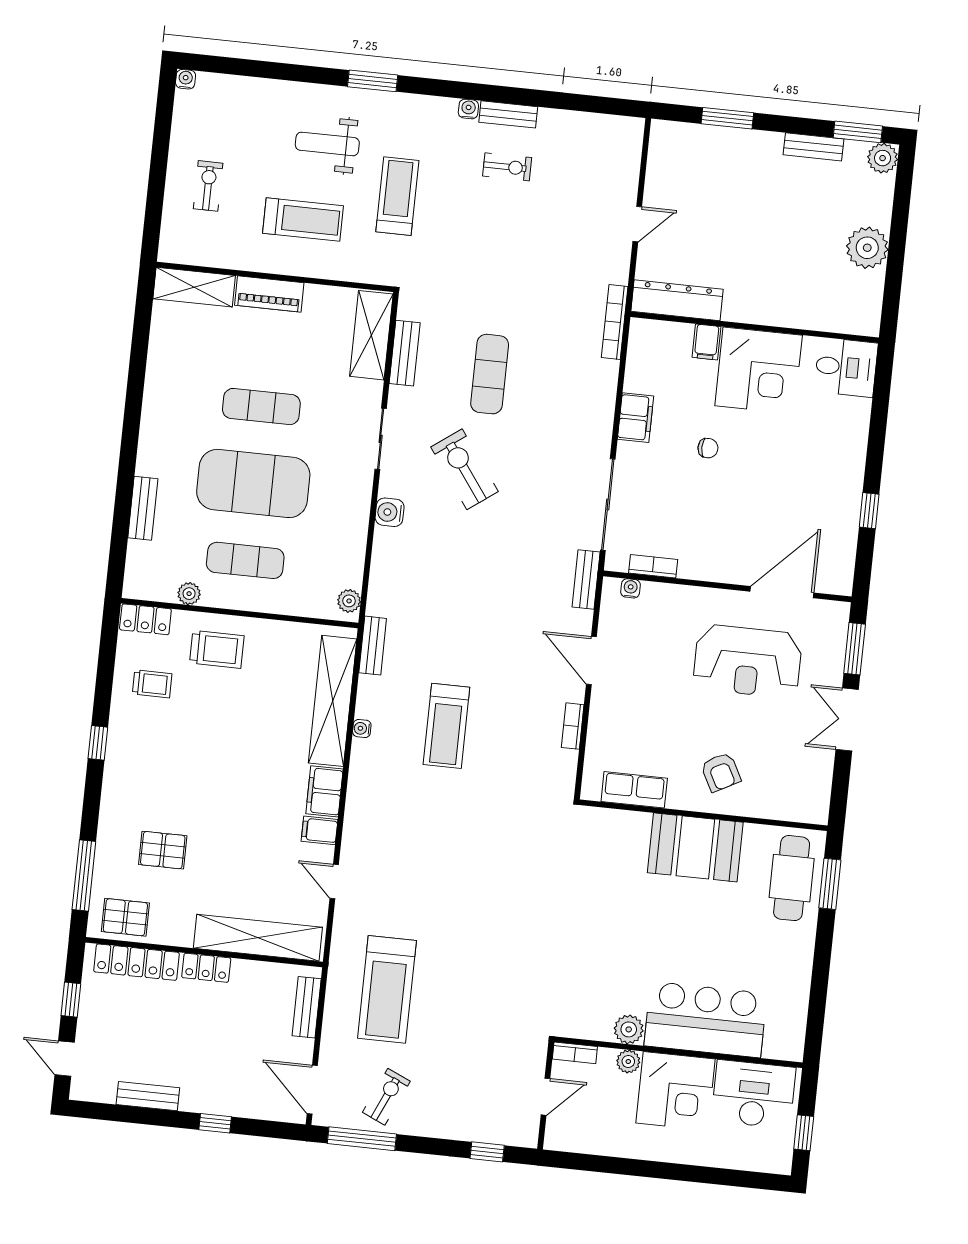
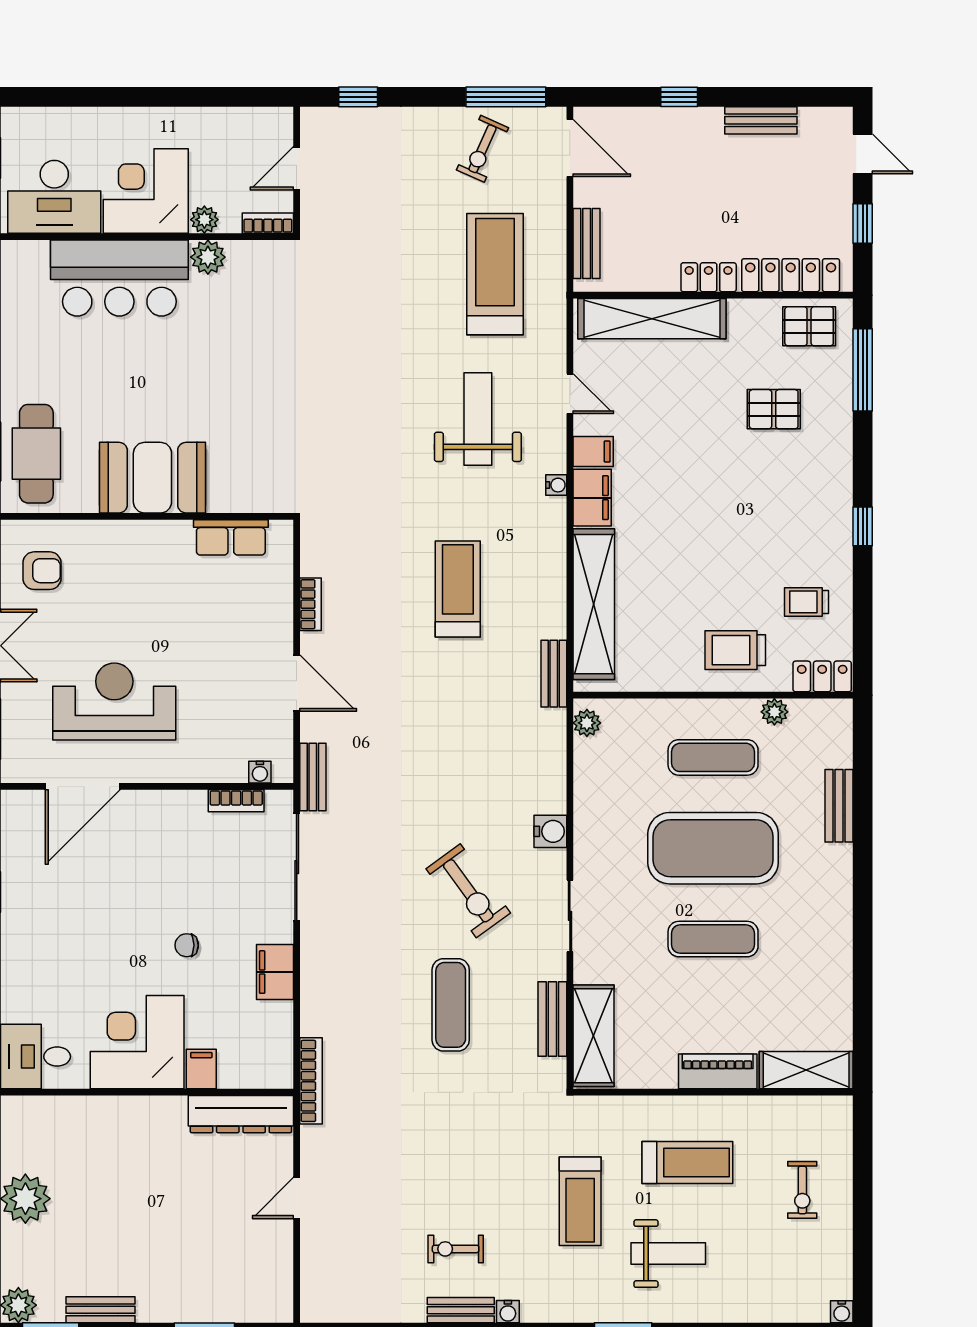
treadmill: (303, 219) -> (687, 1162), turned 180
water cooler: (362, 728) -> (556, 485), moved
armchair: (721, 772) -> (42, 571), moved, turned 118
weight bench: (414, 868) -> (478, 419), added

